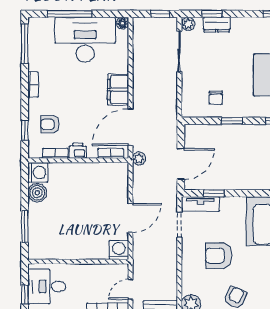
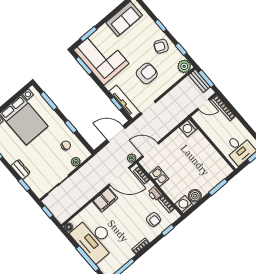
plant: (188, 24) -> (76, 162), moved
dresser: (217, 25) -> (21, 169), moved
kitchen sink: (93, 171) -> (159, 176), added
tv unit: (200, 204) -> (125, 102), width x1.41
door: (130, 218) -> (150, 150), moved
armchair: (219, 256) -> (147, 73), turned -90

